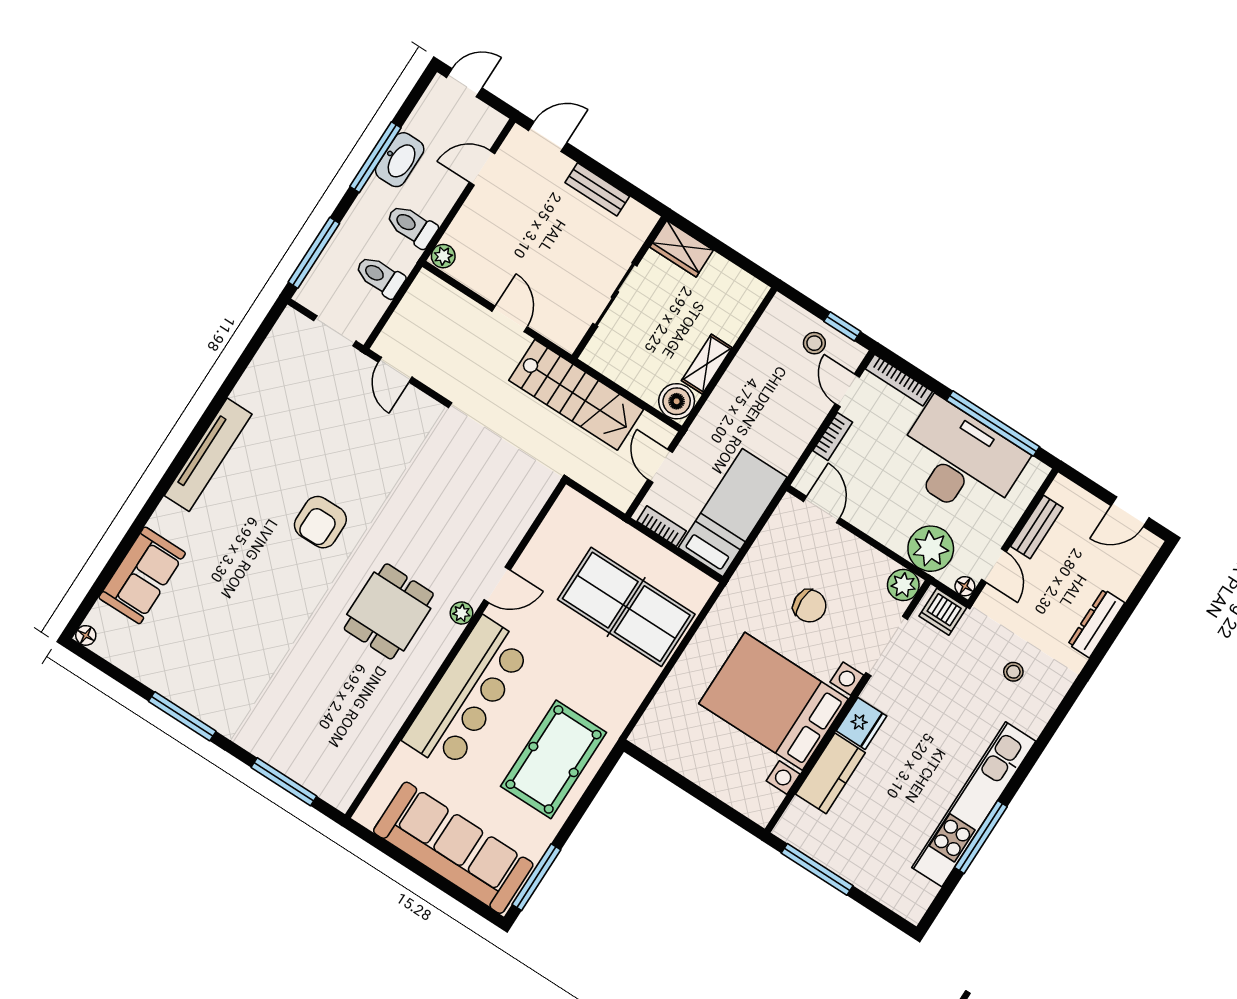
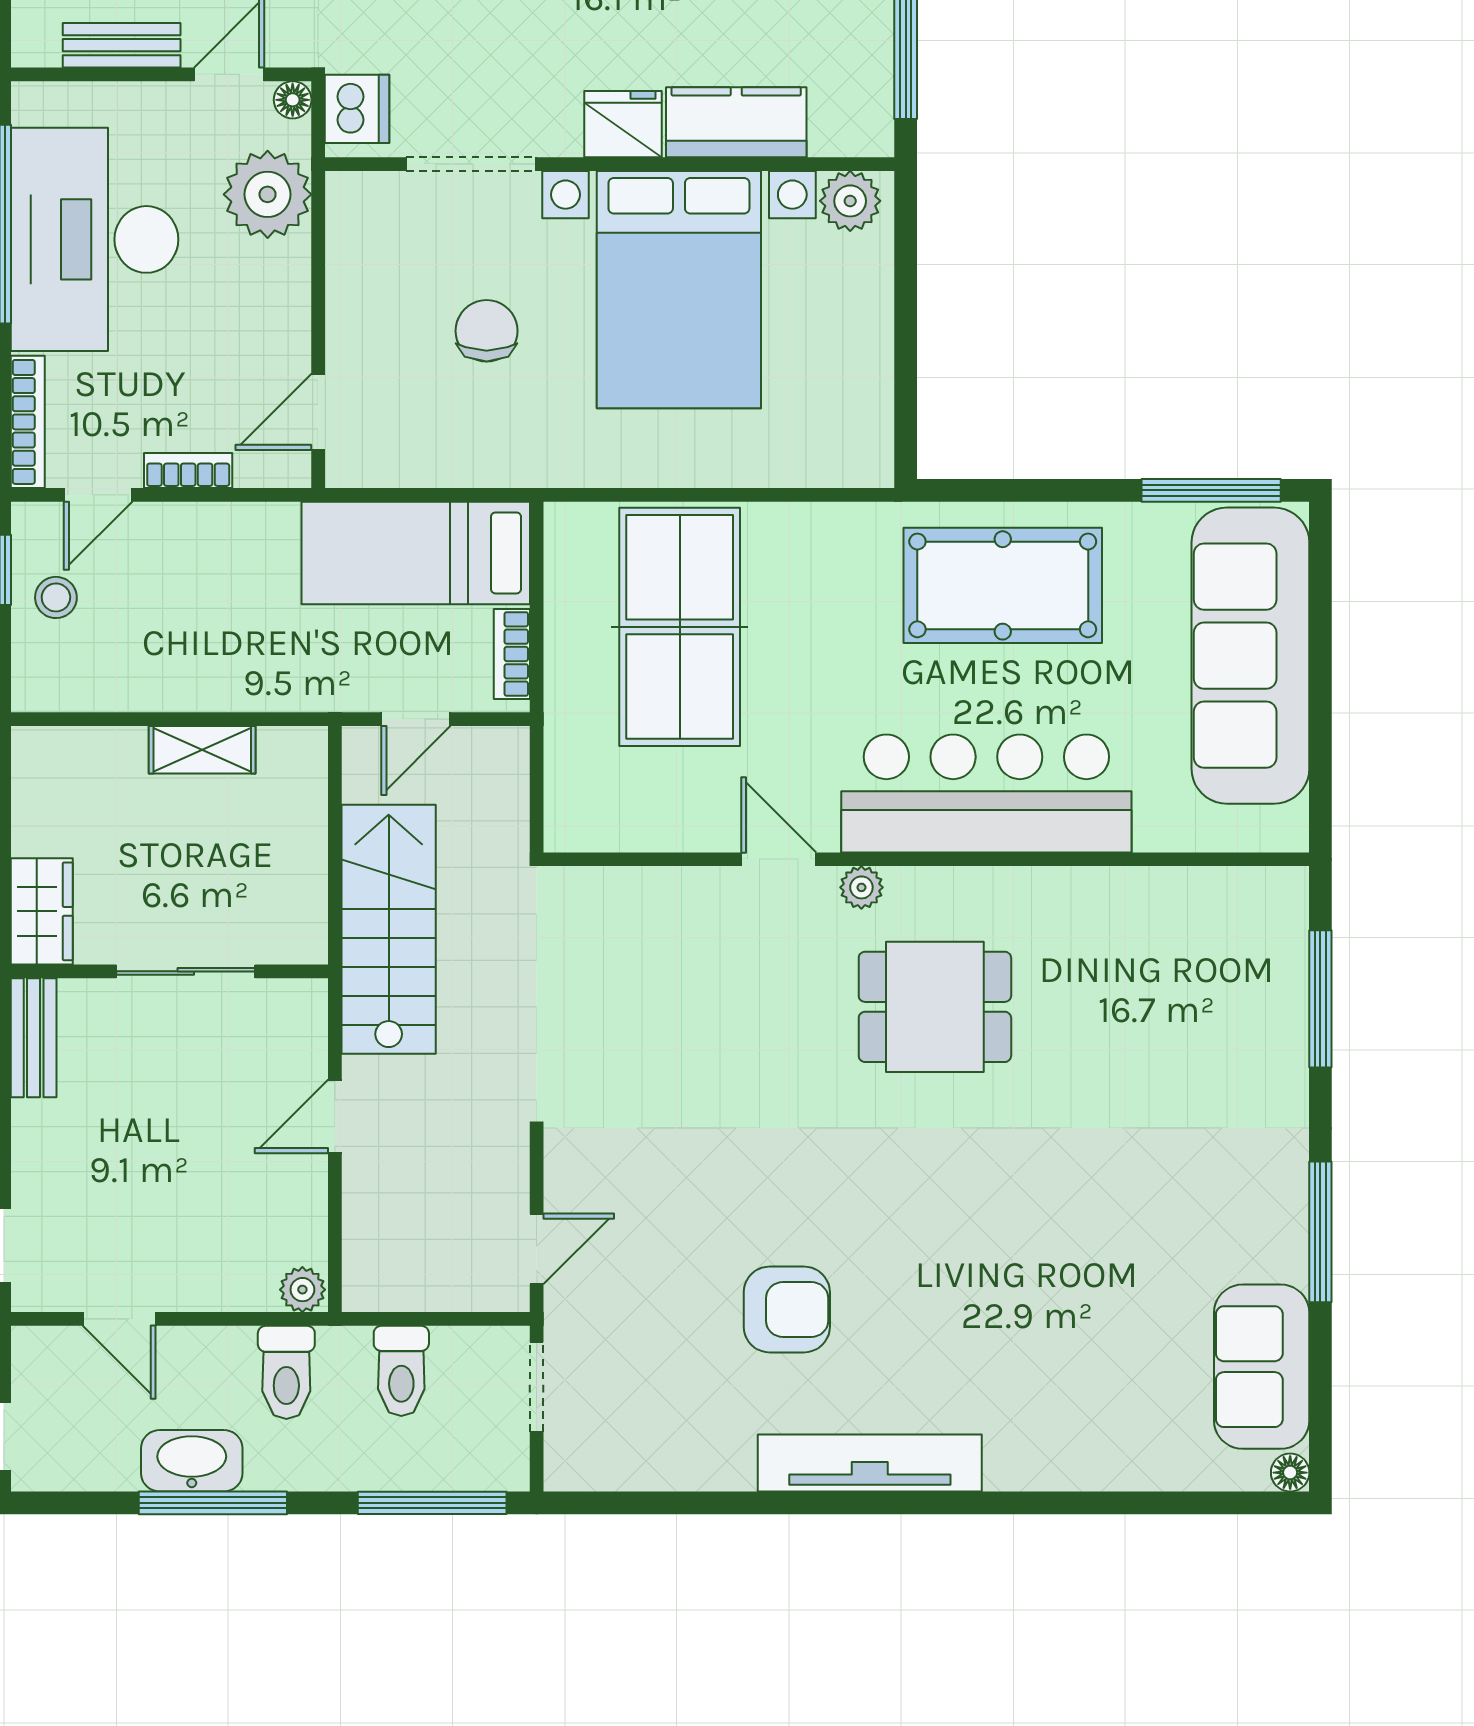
bench: (597, 189) -> (34, 1038), moved
boiler: (677, 401) -> (294, 760), removed
armchair: (320, 522) -> (787, 1309), moved
sofa: (142, 575) -> (1262, 1367), moved, turned -90
plant: (903, 585) -> (850, 201), moved

